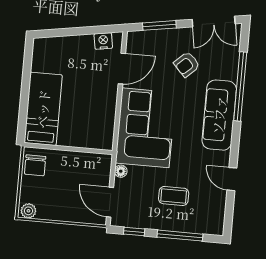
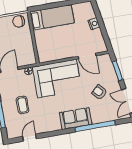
nightstand: (103, 41) -> (94, 24), moved
sofa: (219, 115) -> (76, 119), width x0.73
door: (232, 179) -> (30, 138), moved

